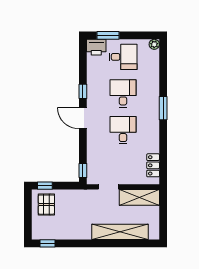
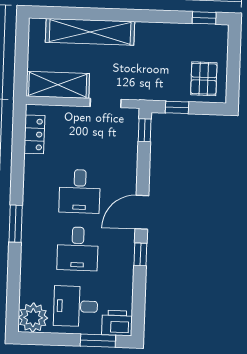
plant: (154, 44) -> (33, 318), width x1.87, depth x1.87
door: (83, 118) -> (142, 212), swing flipped
window: (45, 186) -> (177, 107), moved

